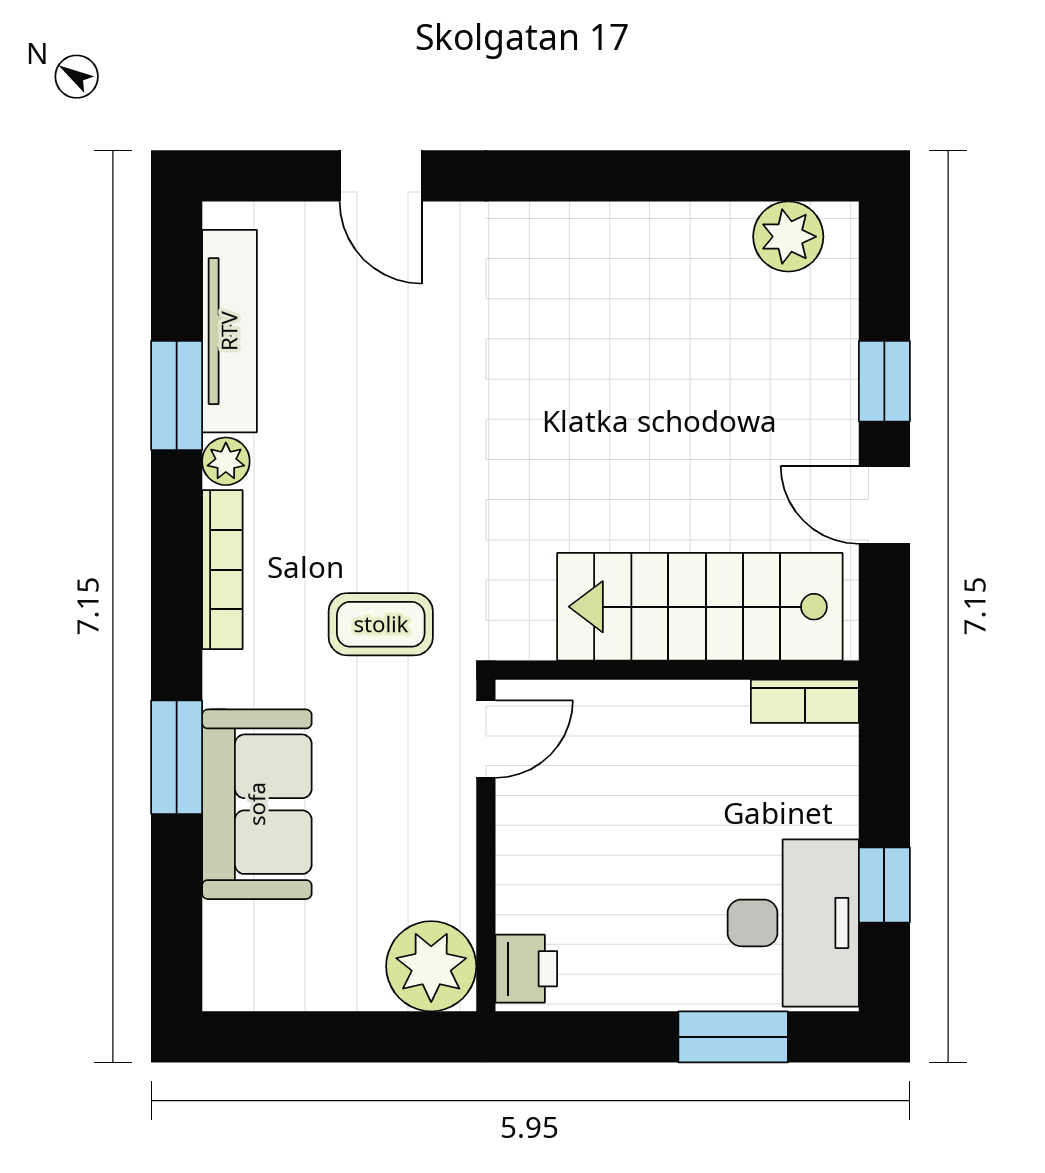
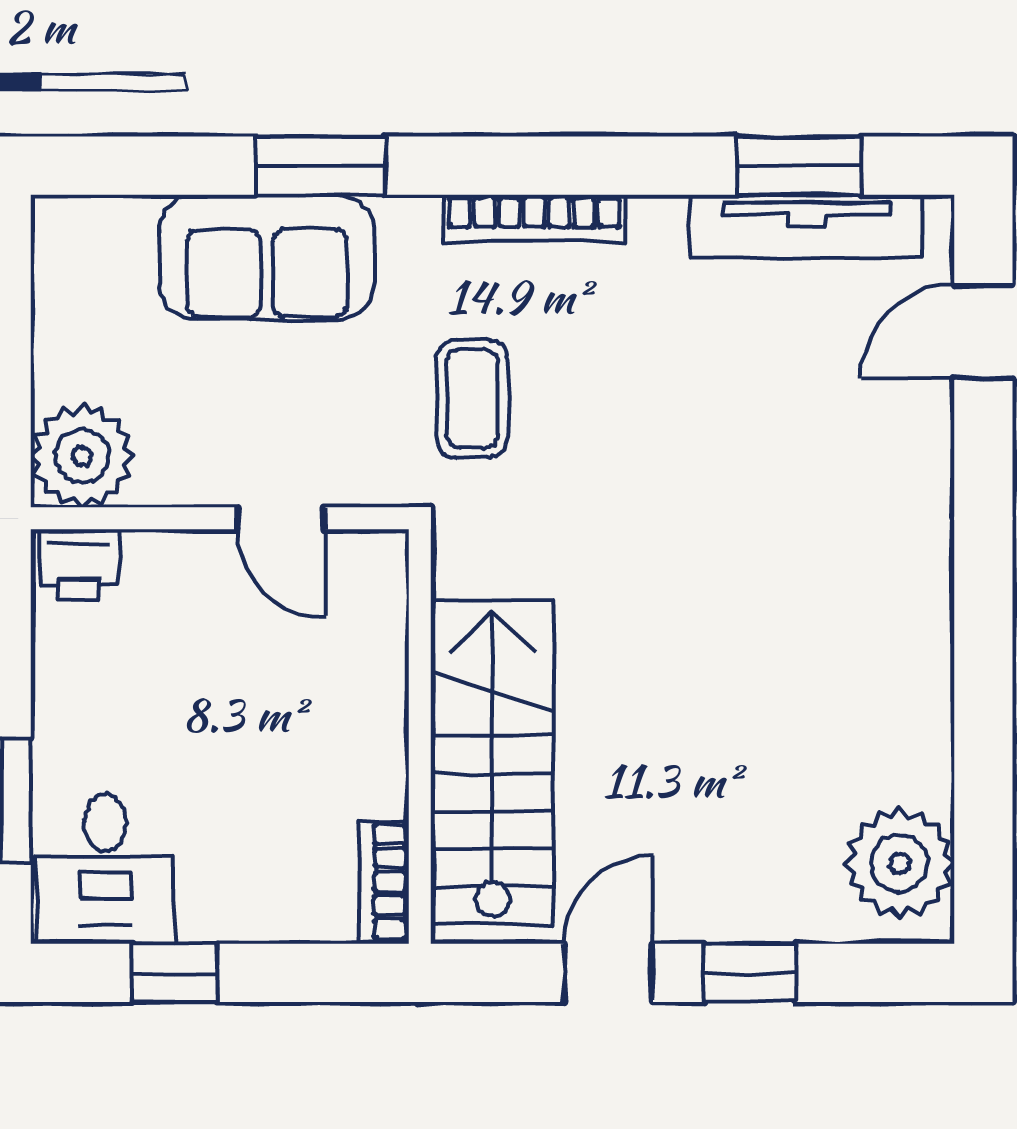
door: (381, 176) -> (983, 332), moved
plant: (788, 237) -> (900, 863), width x1.36, depth x1.36
window: (177, 395) -> (799, 166), moved
plant: (226, 461) -> (658, 222), removed
door: (486, 739) -> (282, 518), moved
desk: (793, 923) -> (106, 869), width x0.73

